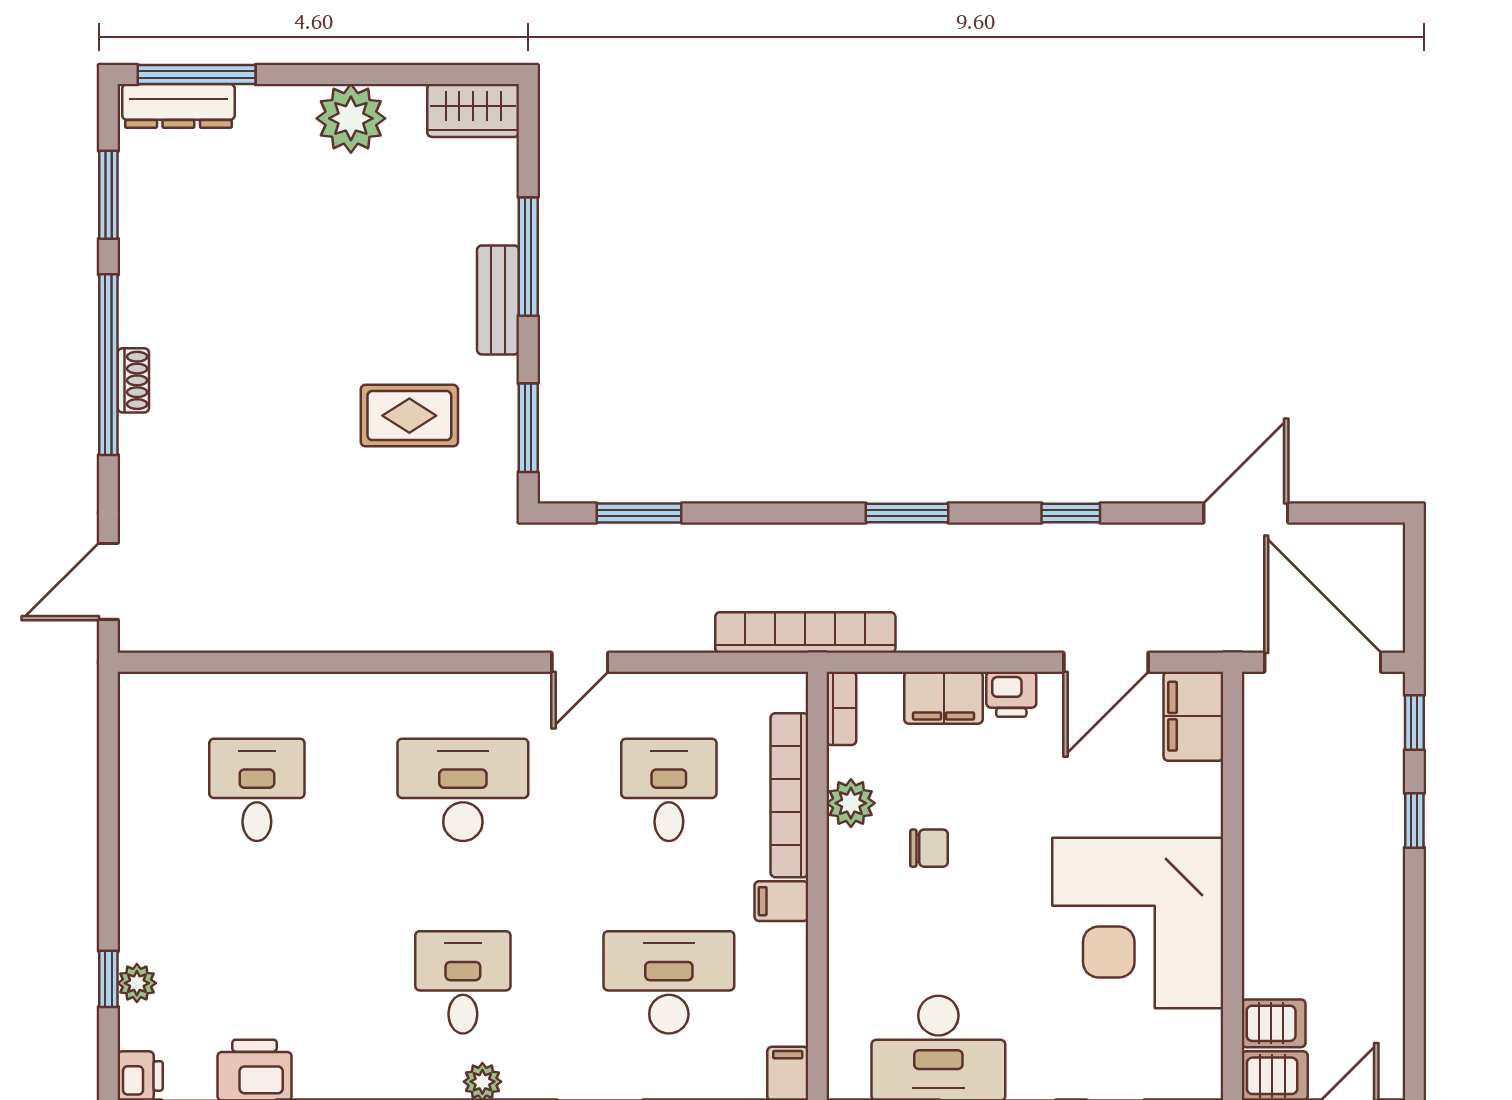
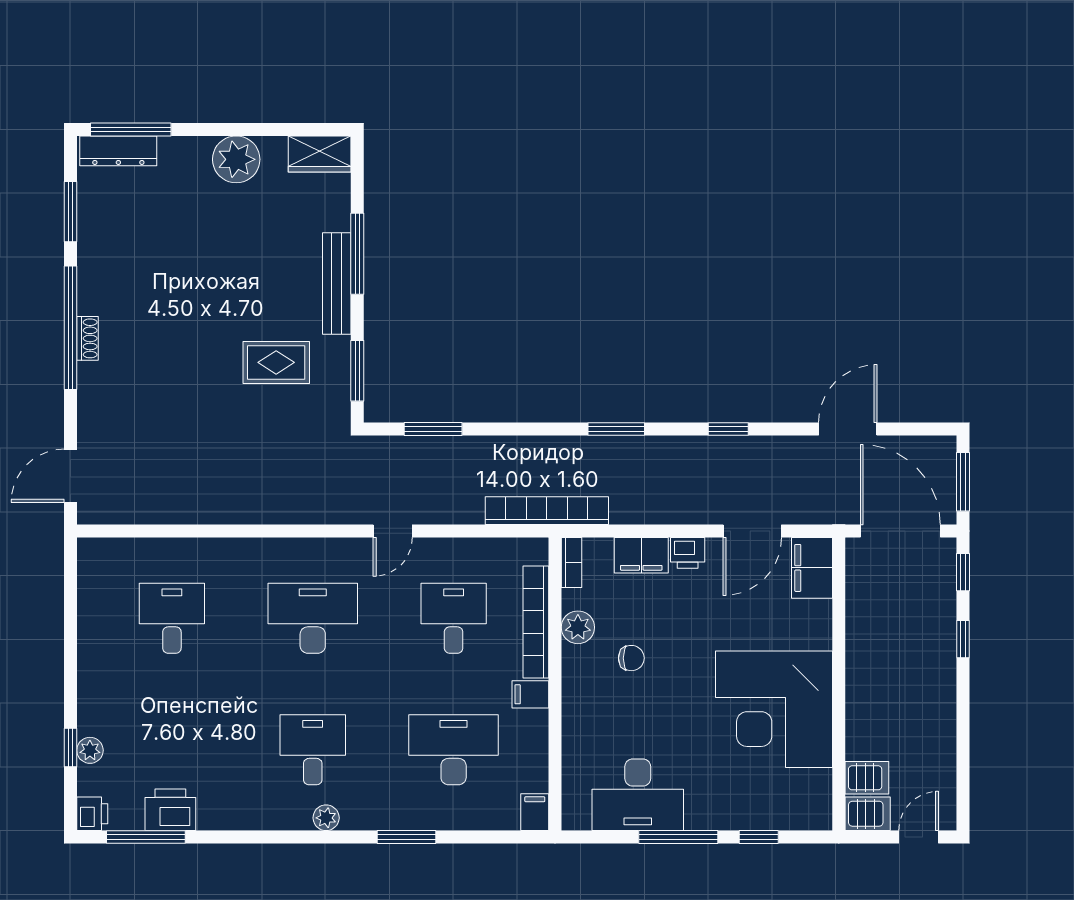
bench: (498, 300) -> (337, 283), width x1.36
window: (1414, 590) -> (963, 482), added

